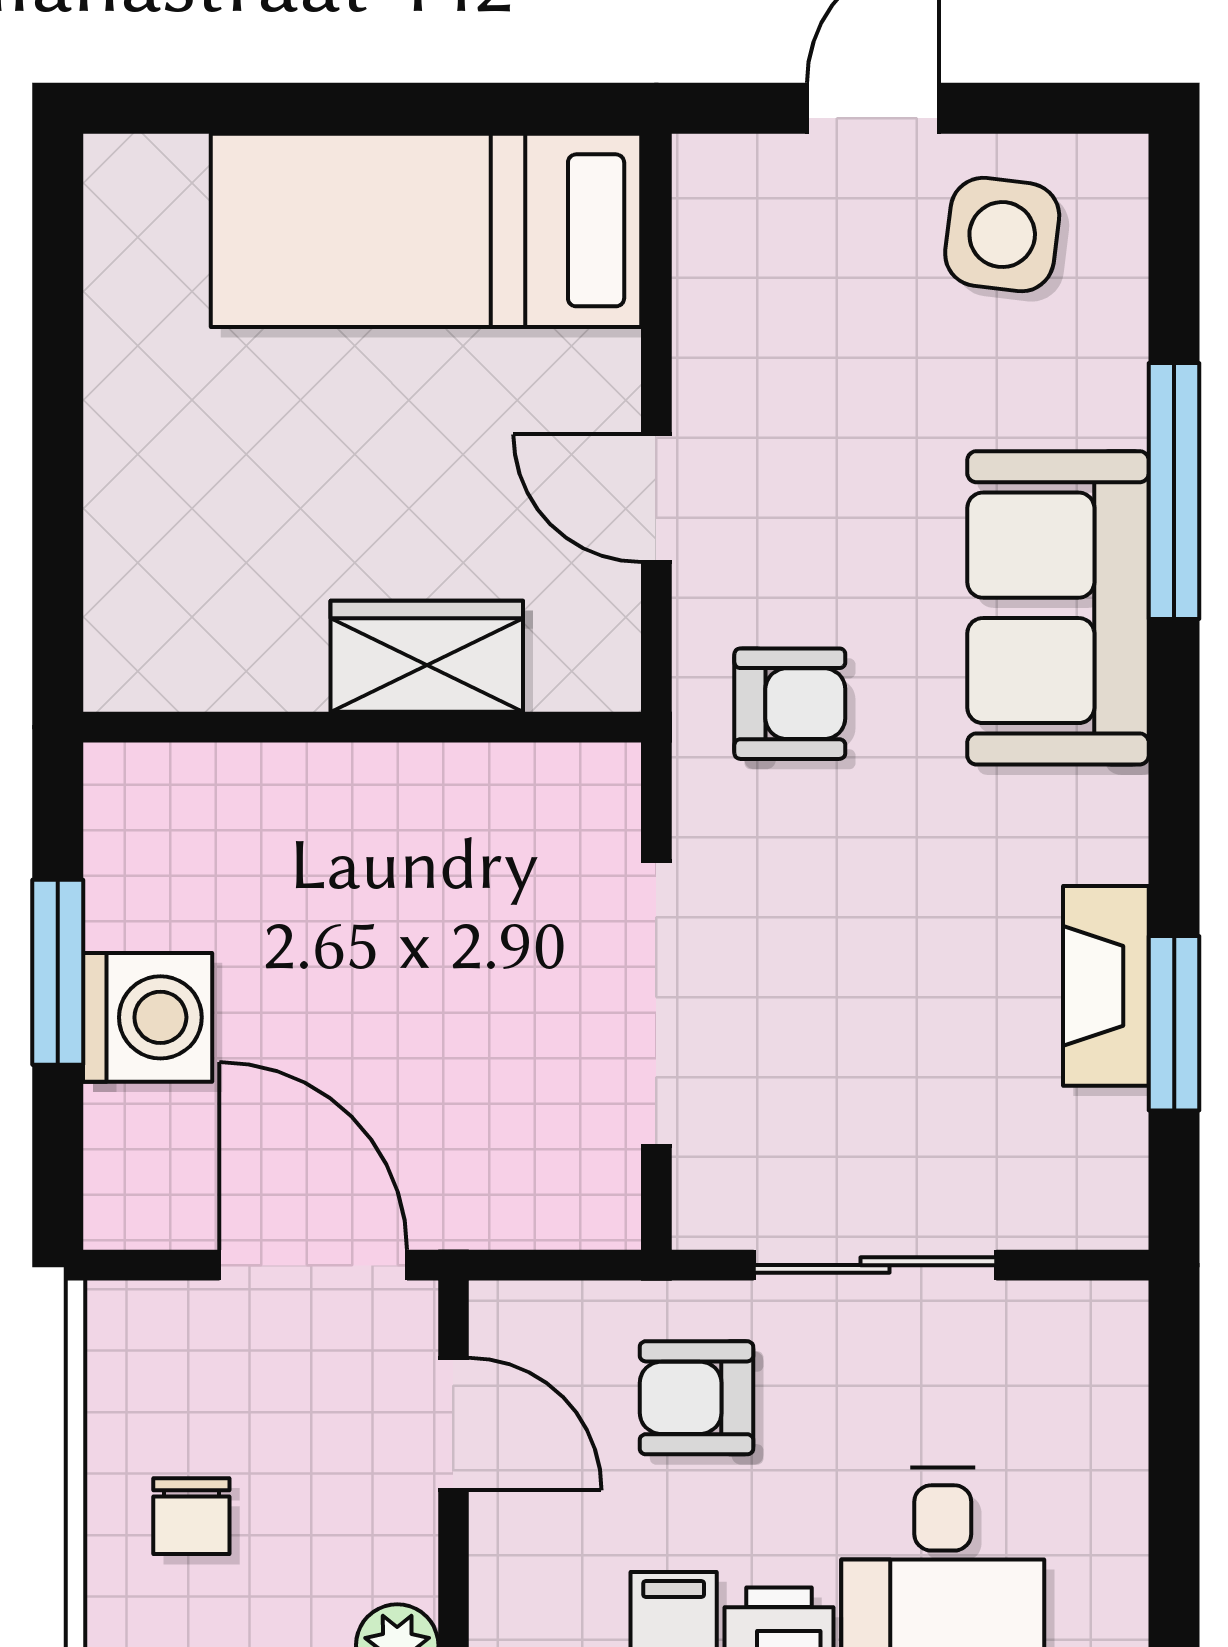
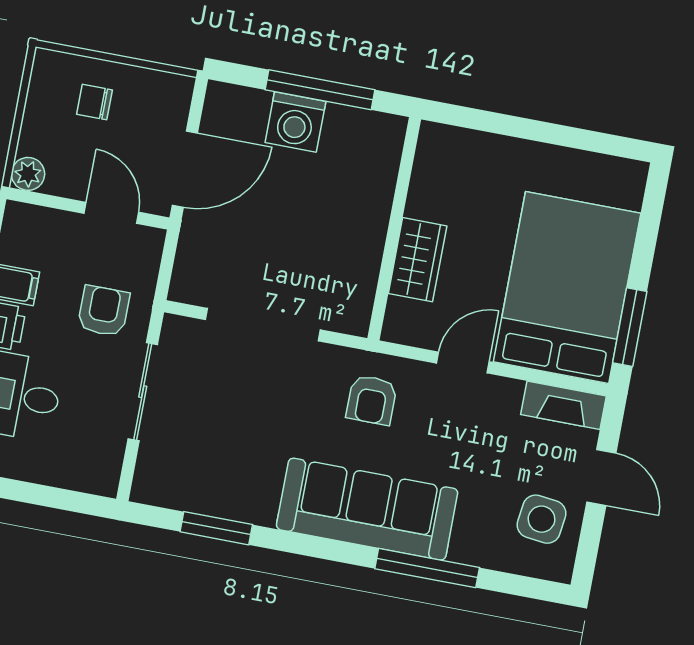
window: (494, 108) -> (630, 327), added
bed: (426, 230) -> (567, 288), width x1.50
sofa: (1058, 608) -> (367, 509), width x1.36
window: (58, 972) -> (320, 90), width x1.44
fireplace: (1106, 986) -> (563, 405), moved, turned 180
door: (453, 1424) -> (111, 213), swing flipped

